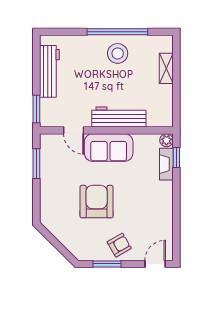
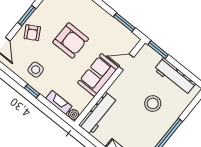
stool: (118, 53) -> (153, 103), moved
workbench: (119, 117) -> (98, 114), moved
window: (176, 157) -> (32, 91), moved
side table: (153, 213) -> (36, 70), added

